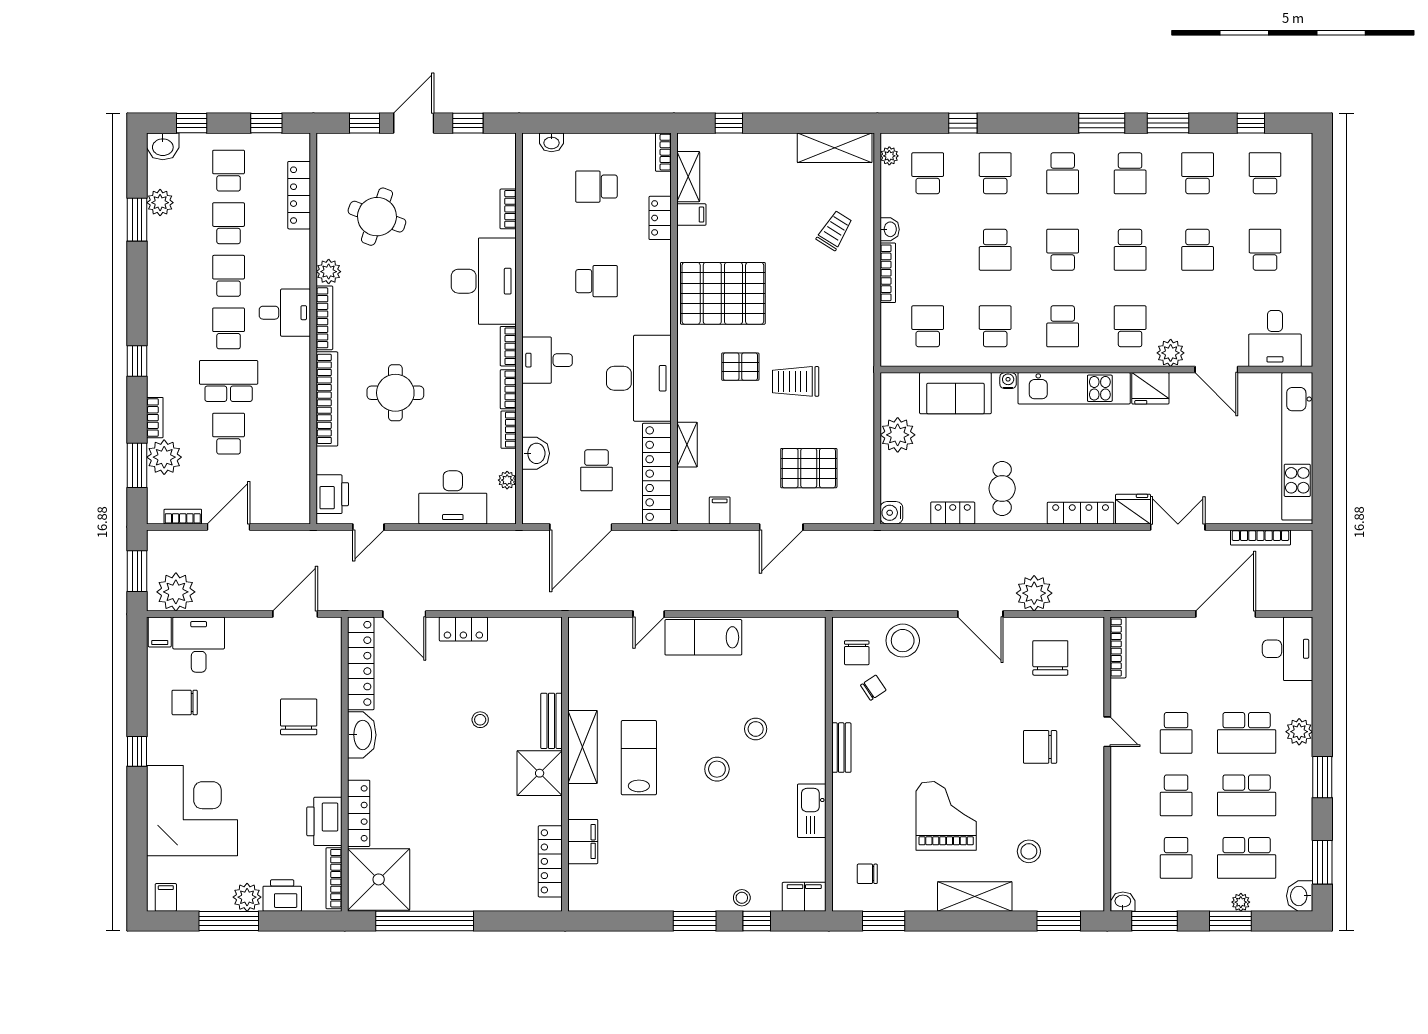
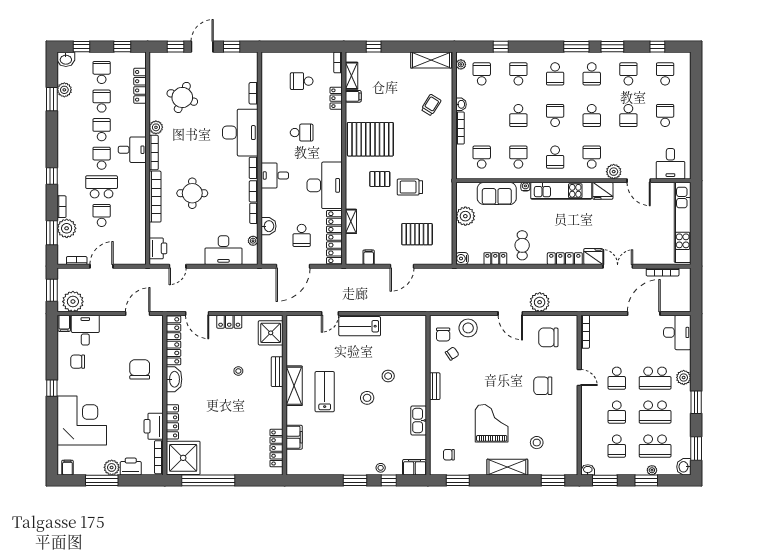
washbasin: (552, 142) -> (277, 57), removed
chair: (1050, 658) -> (548, 337), turned -90
shower: (540, 773) -> (271, 333), moved

